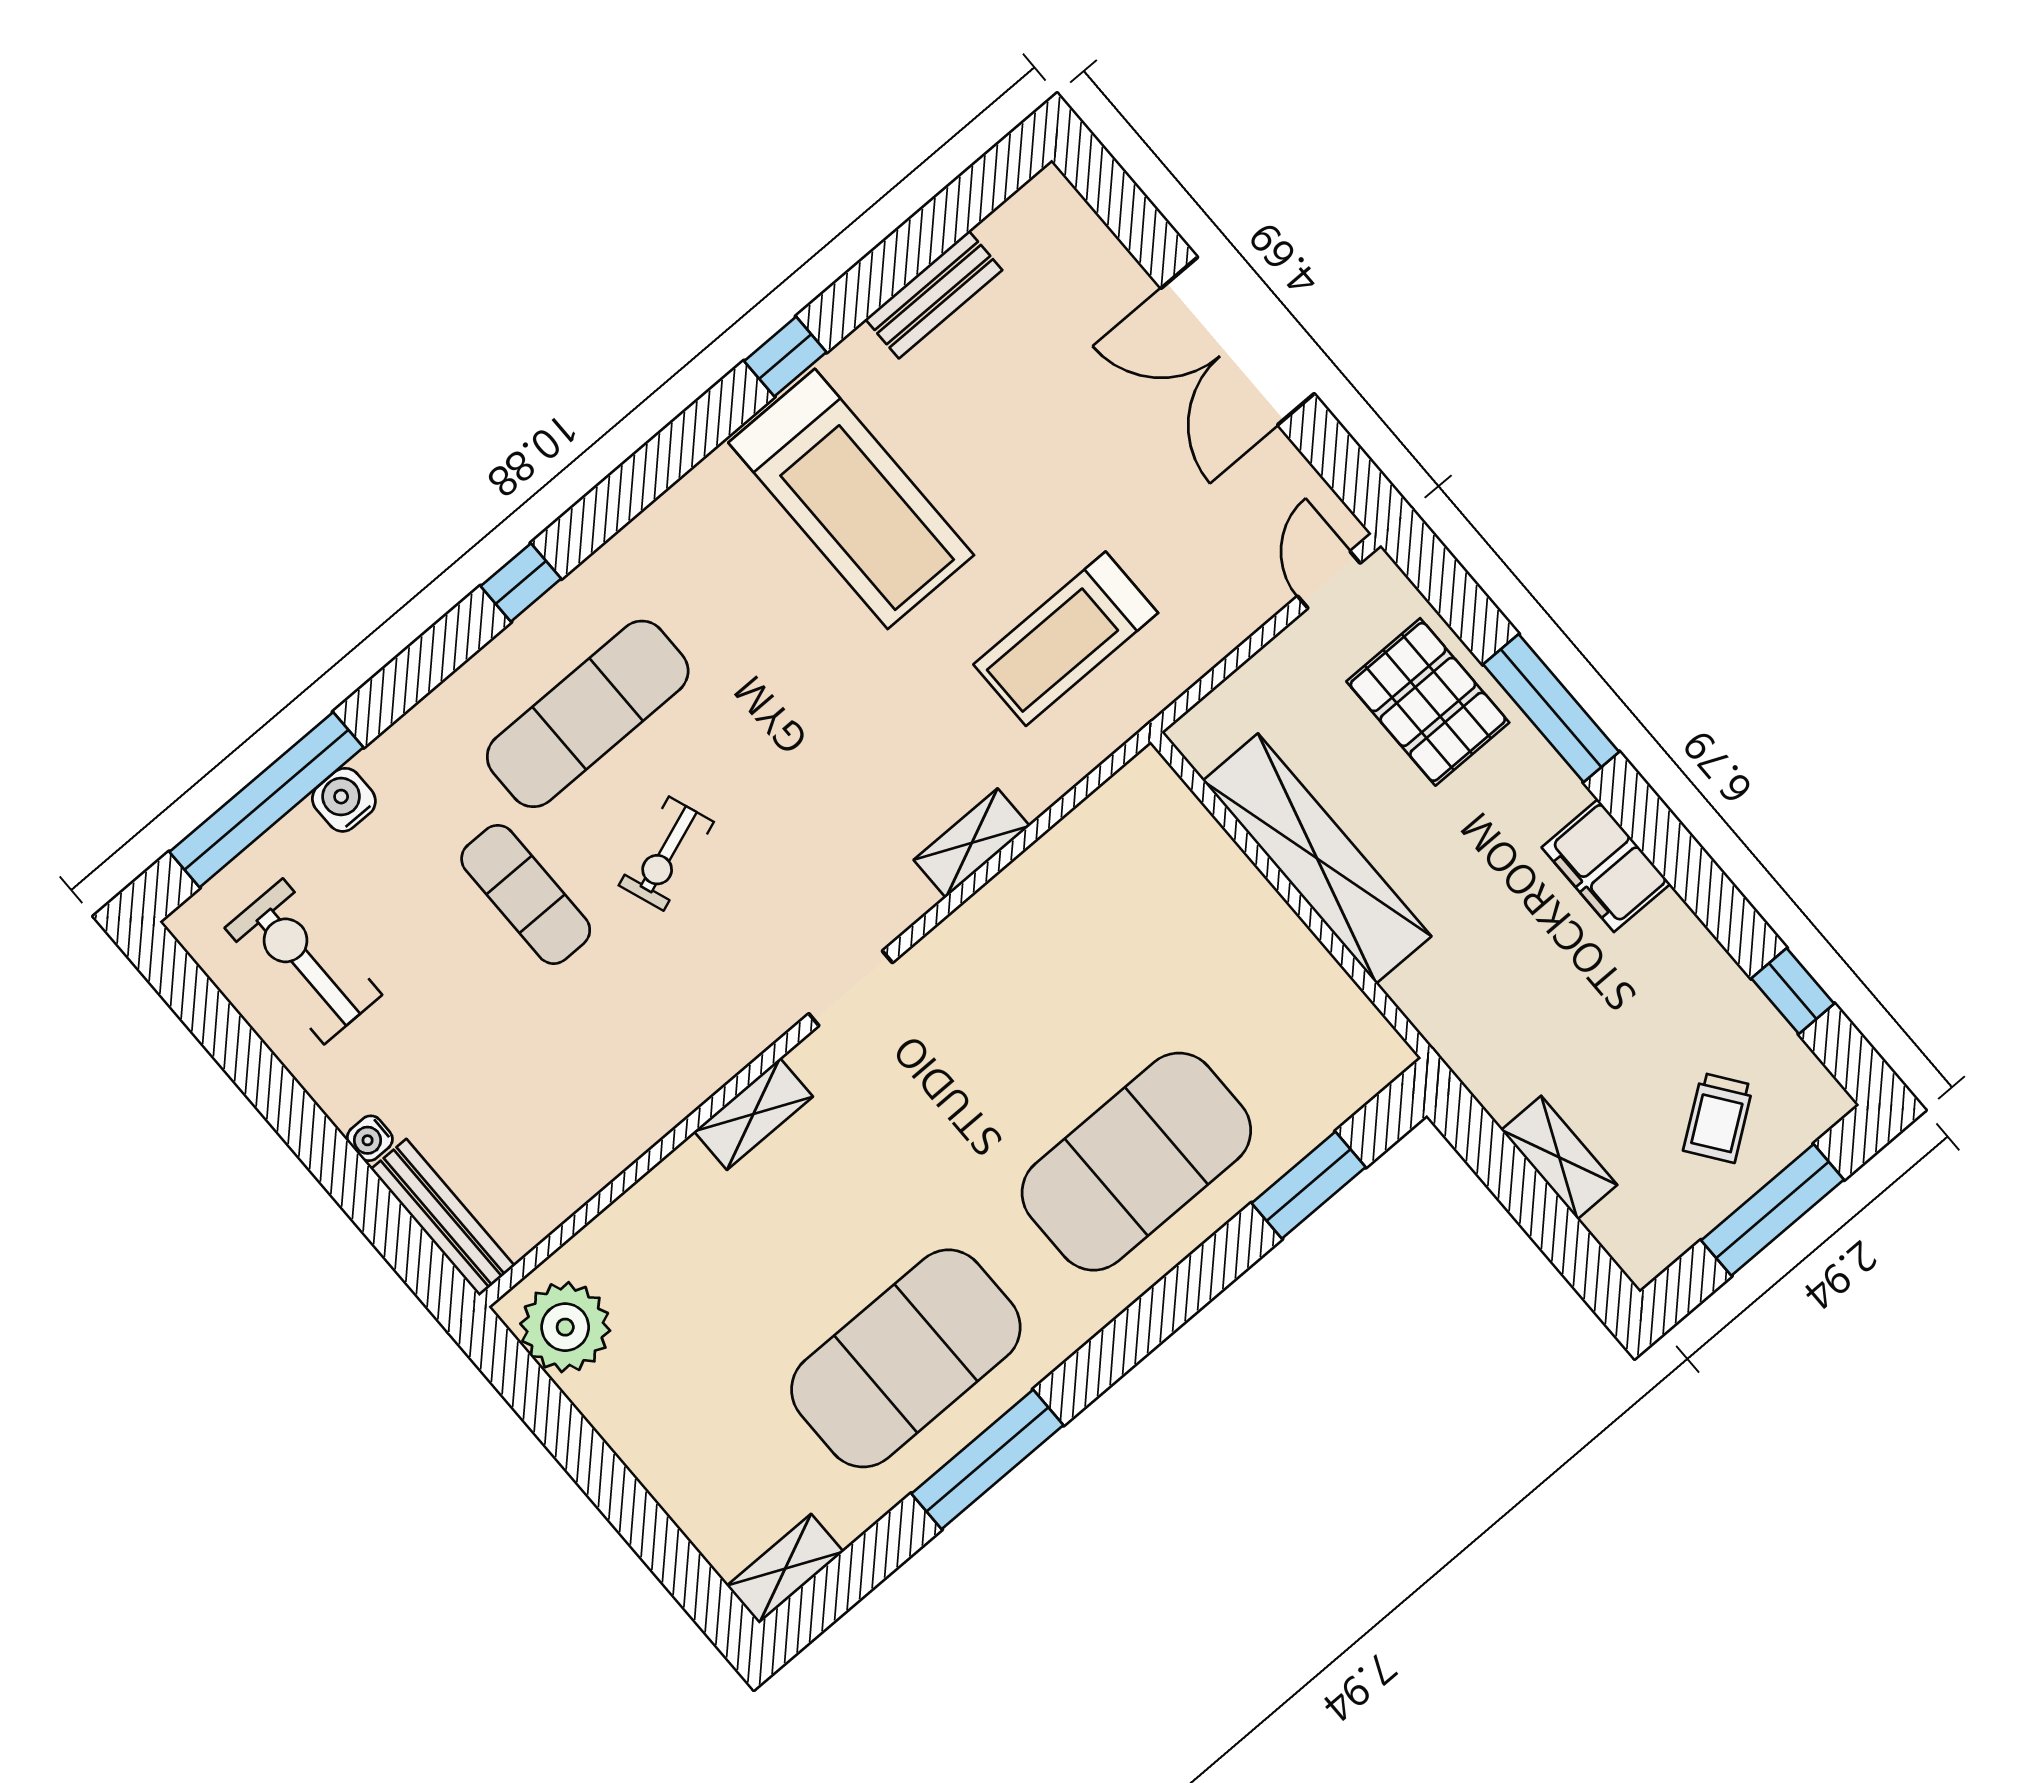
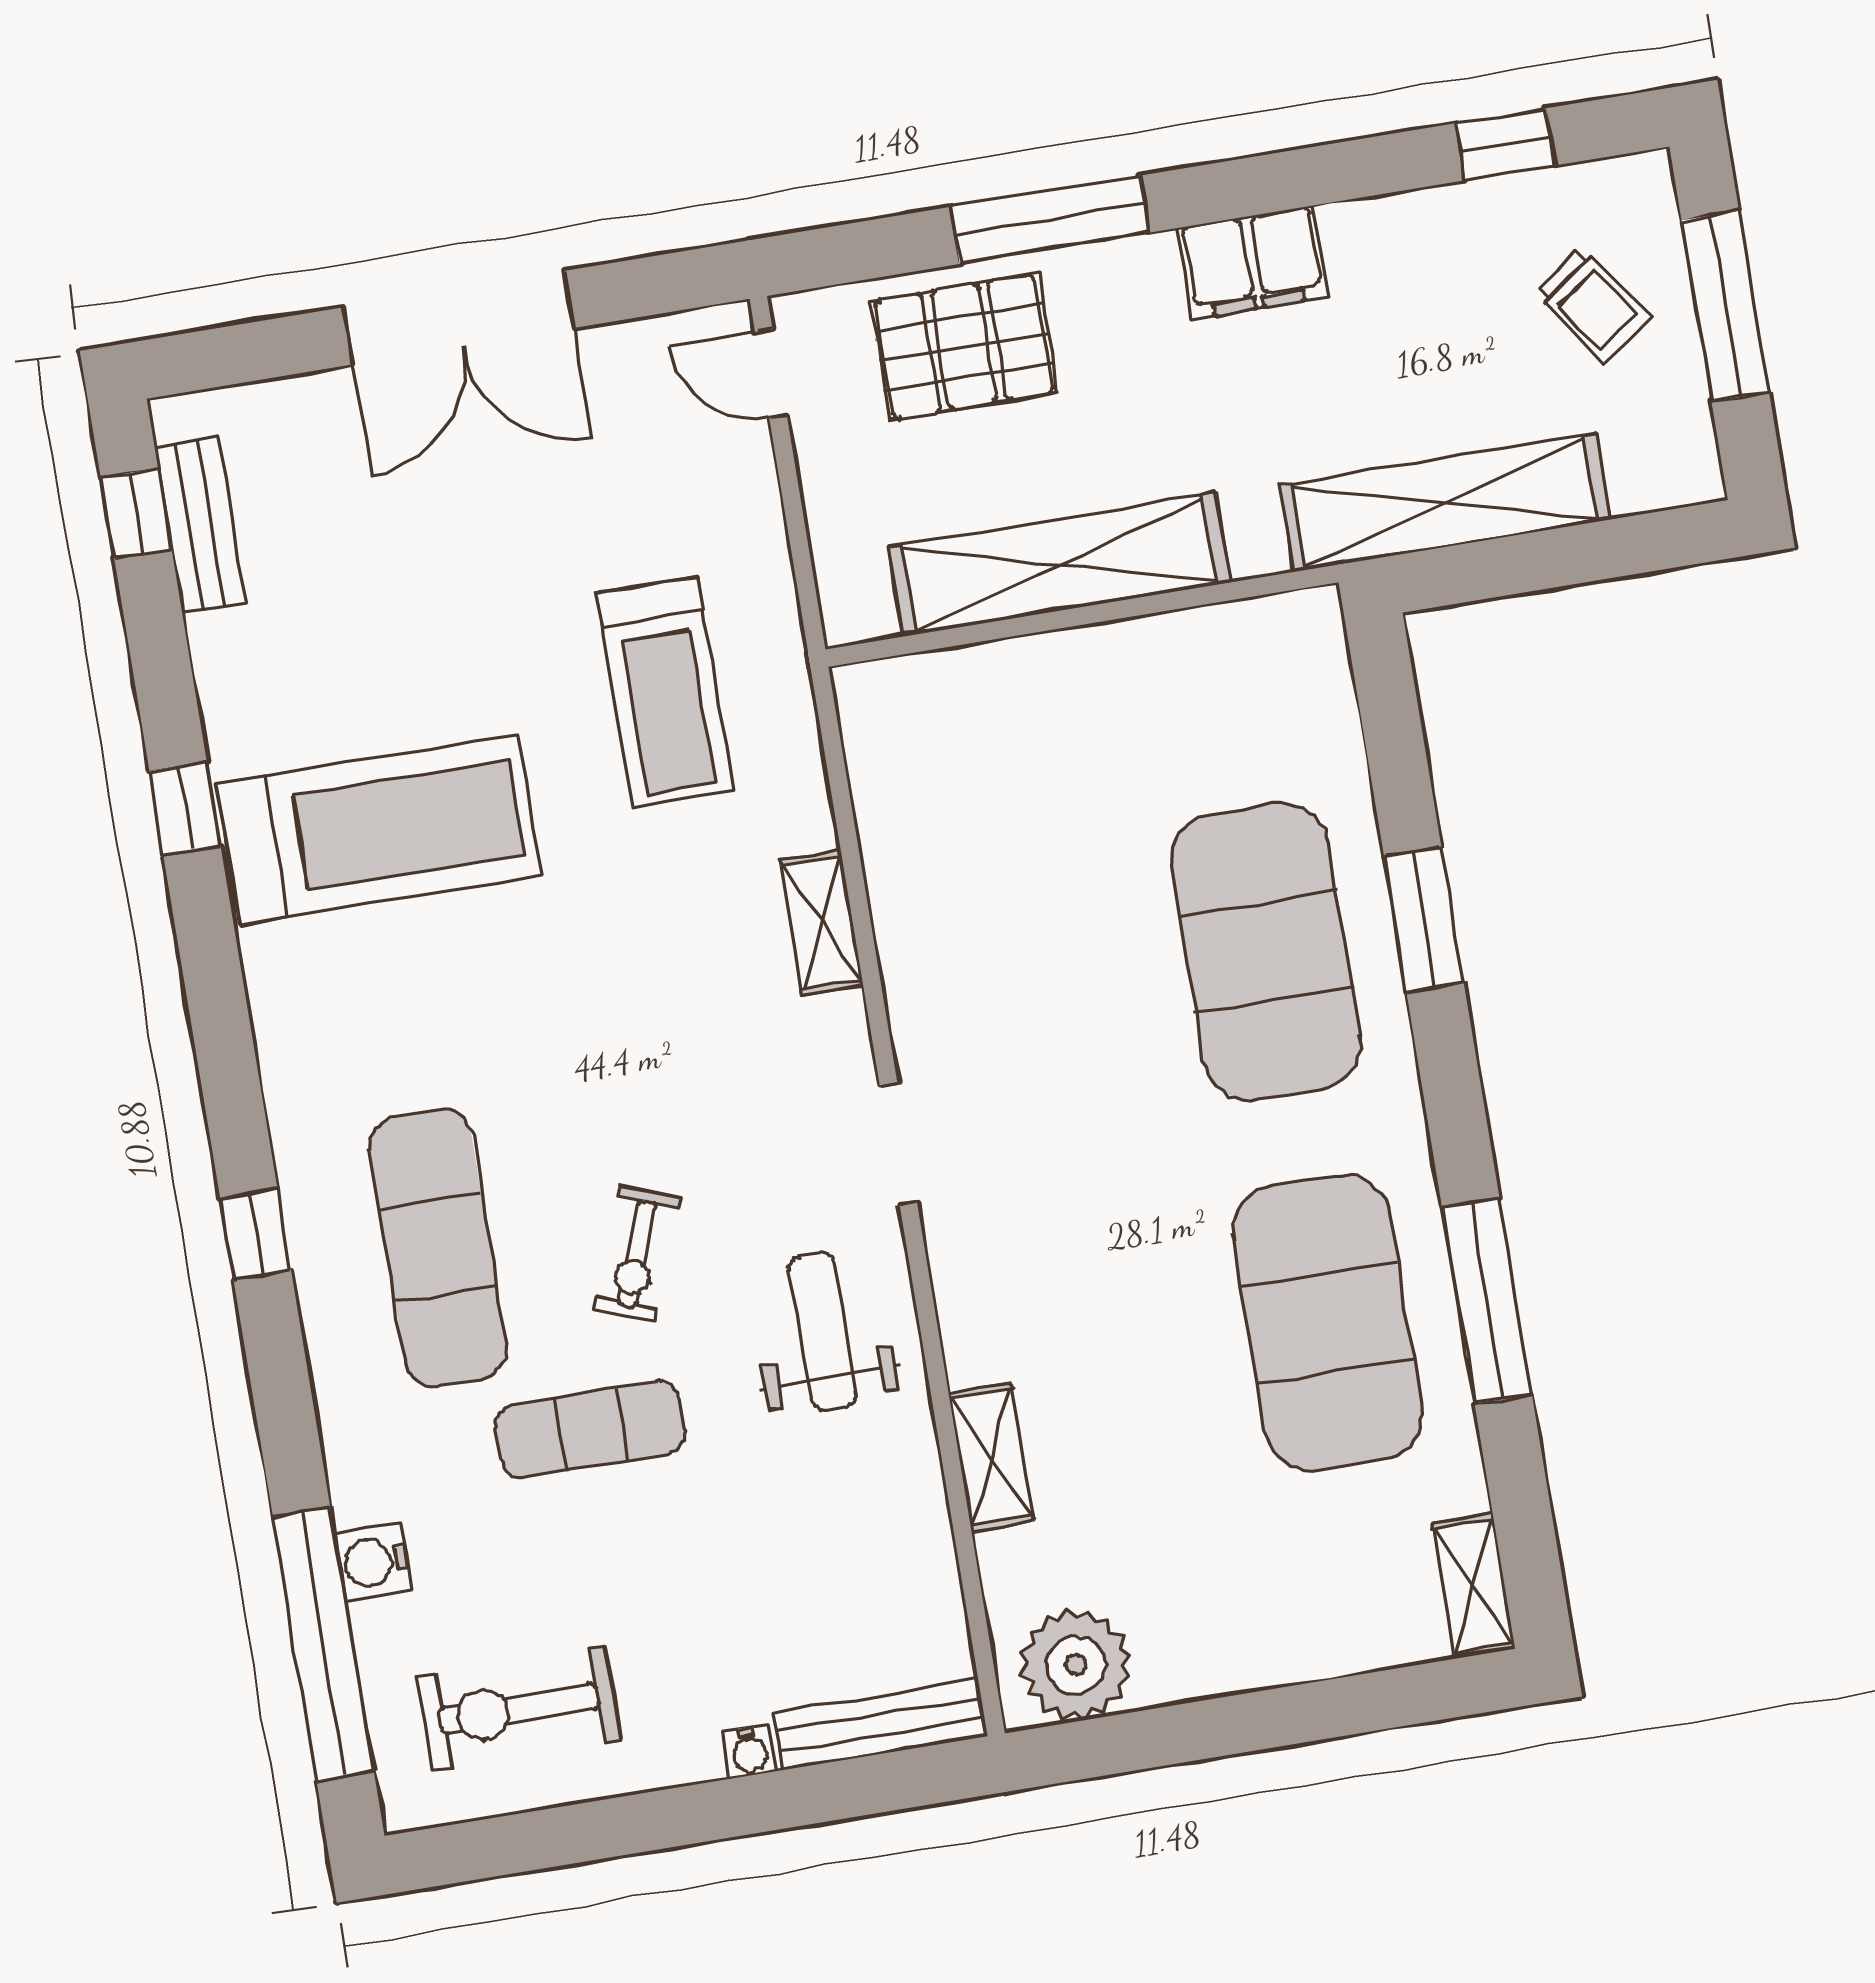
window: (968, 200) -> (136, 513), added
bench: (934, 295) -> (200, 525), moved
exercise bike: (666, 854) -> (637, 1254), turned 41
weight bench: (690, 1014) -> (823, 1331), added
shelving: (753, 1114) -> (991, 1457), moved
shelving: (1559, 1157) -> (1445, 503), width x2.20, depth x1.33
window: (1309, 1185) -> (1424, 920), moved

